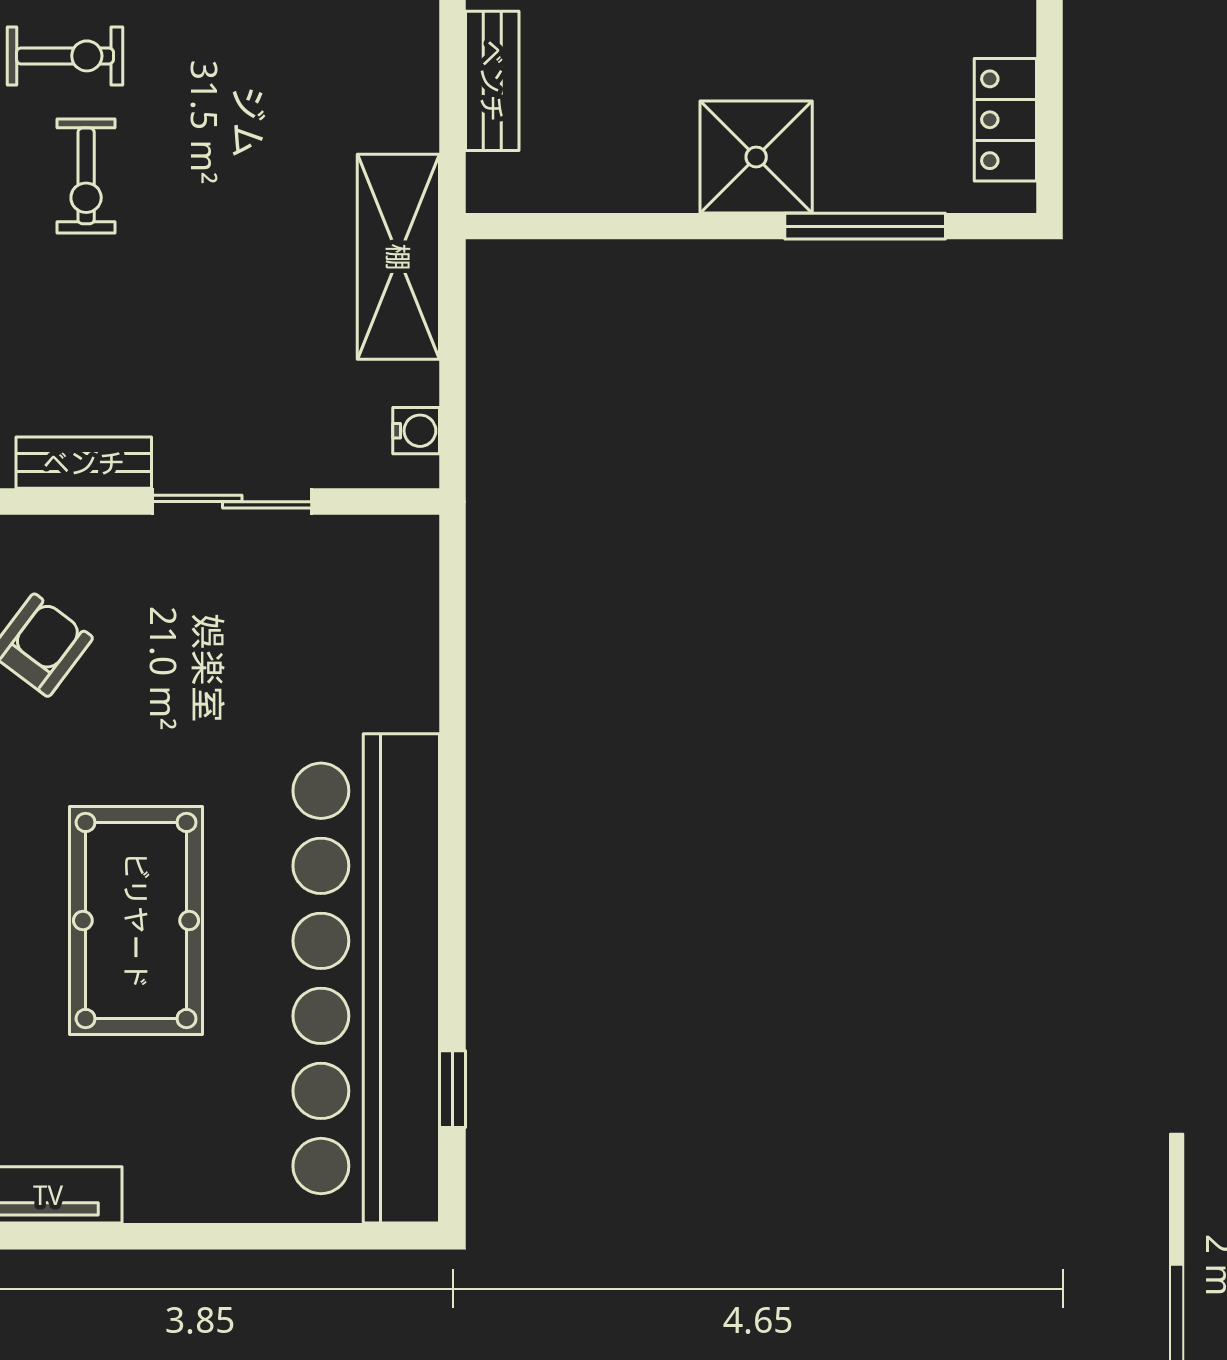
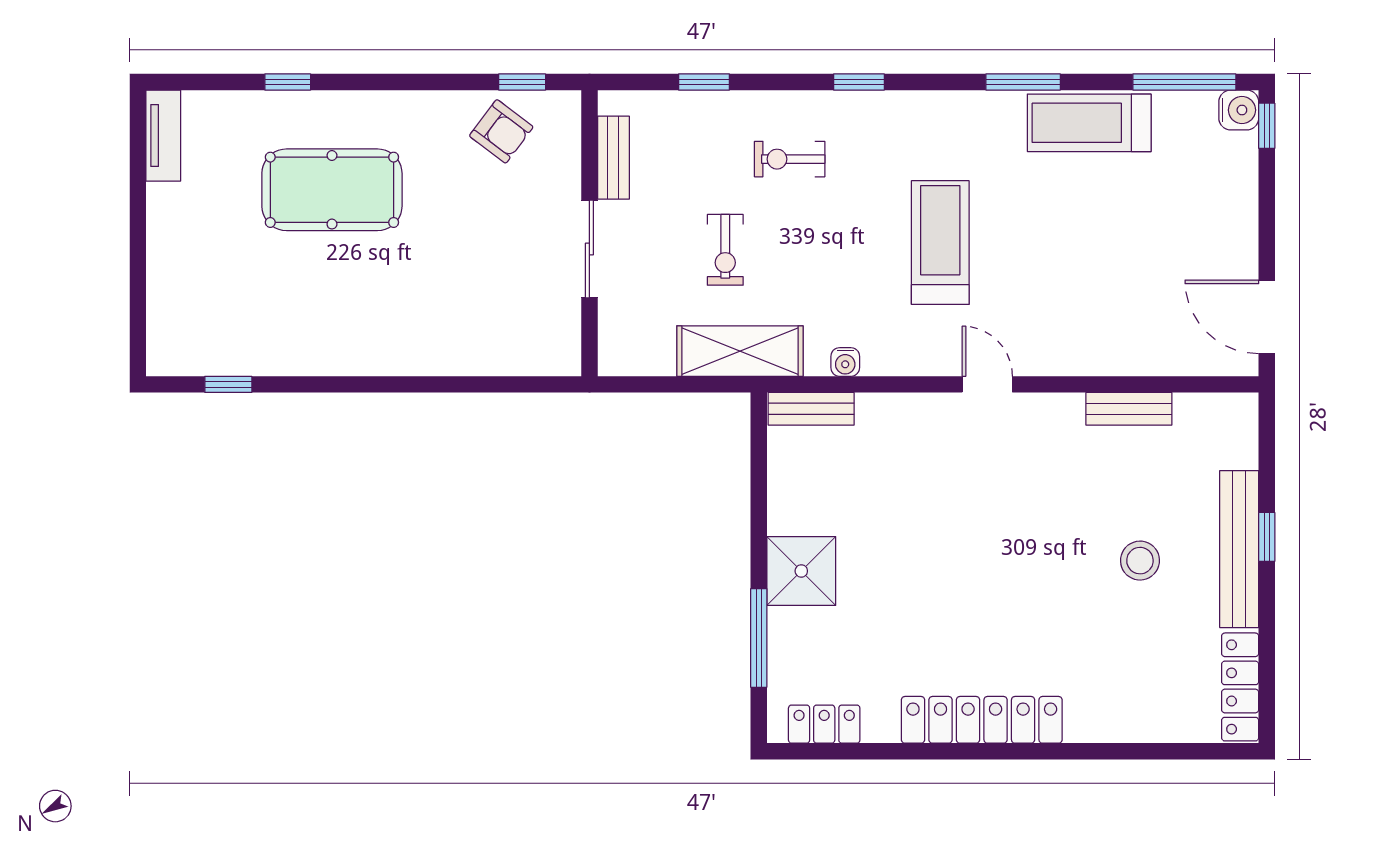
exercise bike: (65, 56) -> (725, 250), moved
bench: (492, 81) -> (811, 409), moved
water cooler: (416, 431) -> (845, 362), moved
bar counter: (366, 978) -> (296, 331), removed

